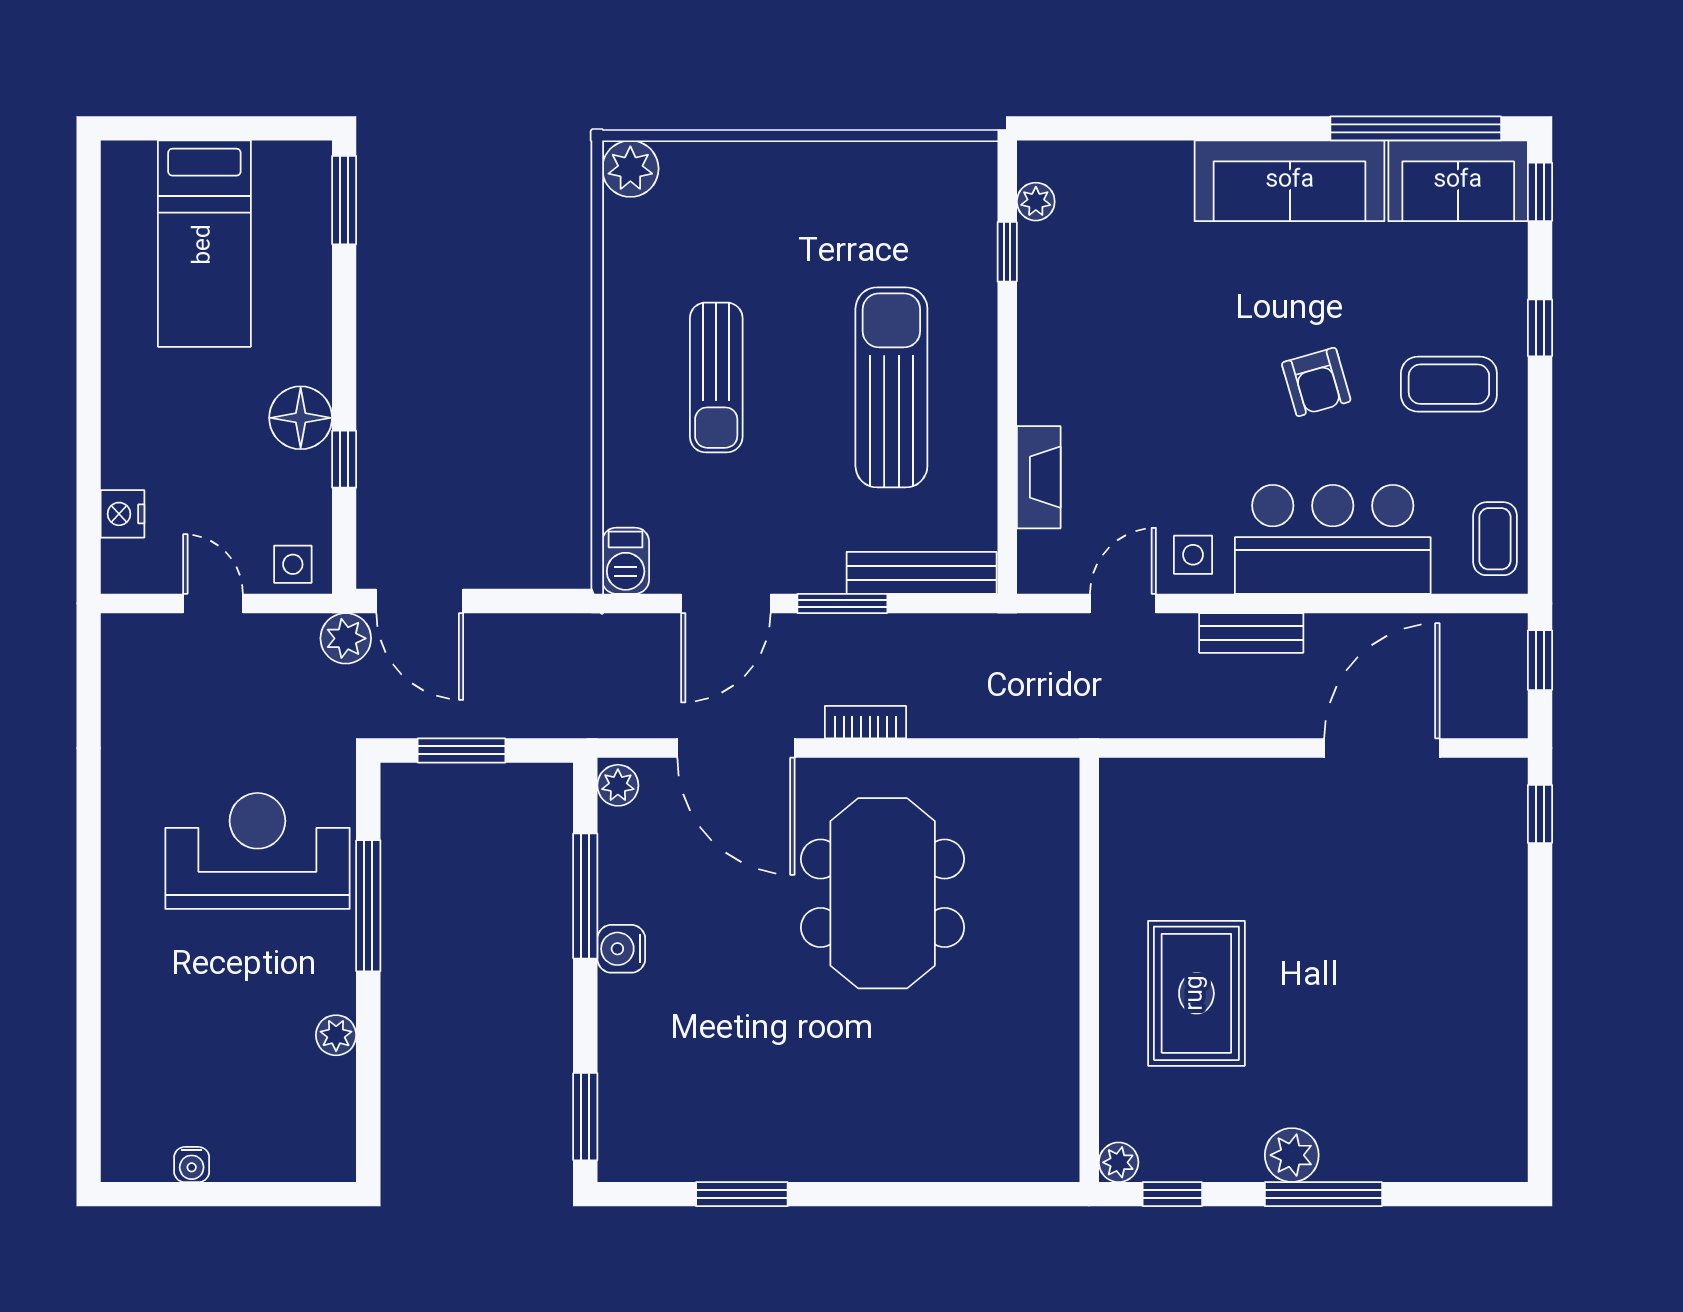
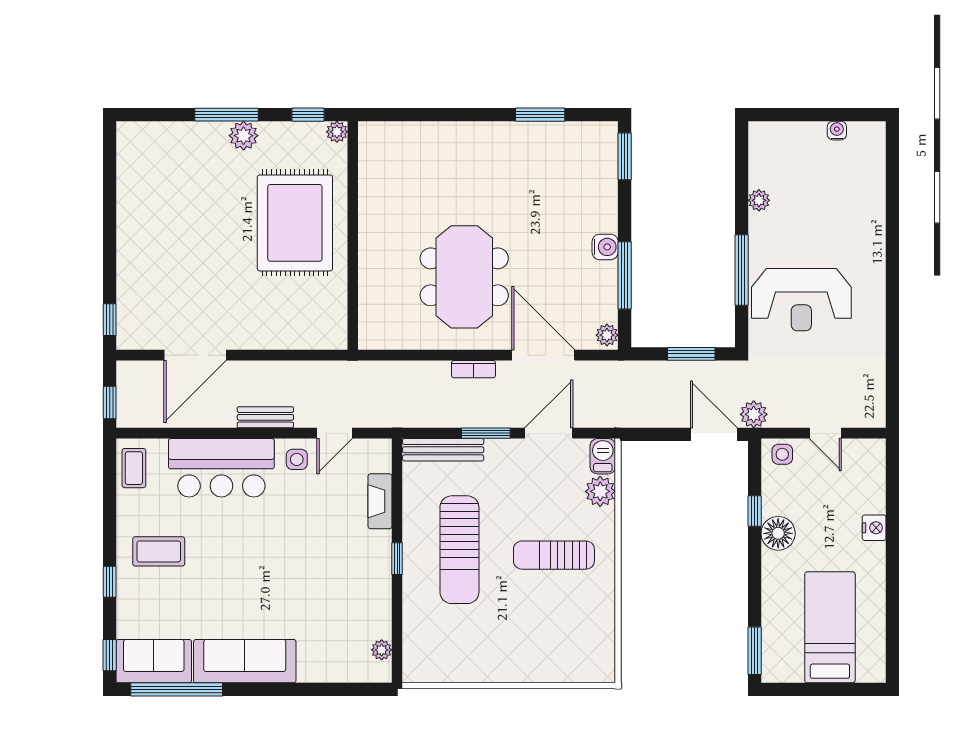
plant: (630, 169) -> (600, 491), moved
window: (1007, 252) -> (397, 559), moved
sun lounger: (716, 377) -> (554, 555), turned -90
armchair: (1316, 382) -> (230, 553), removed
nightstand: (122, 514) -> (874, 528), moved
rug: (1196, 993) -> (295, 223), width x1.37, depth x1.44

